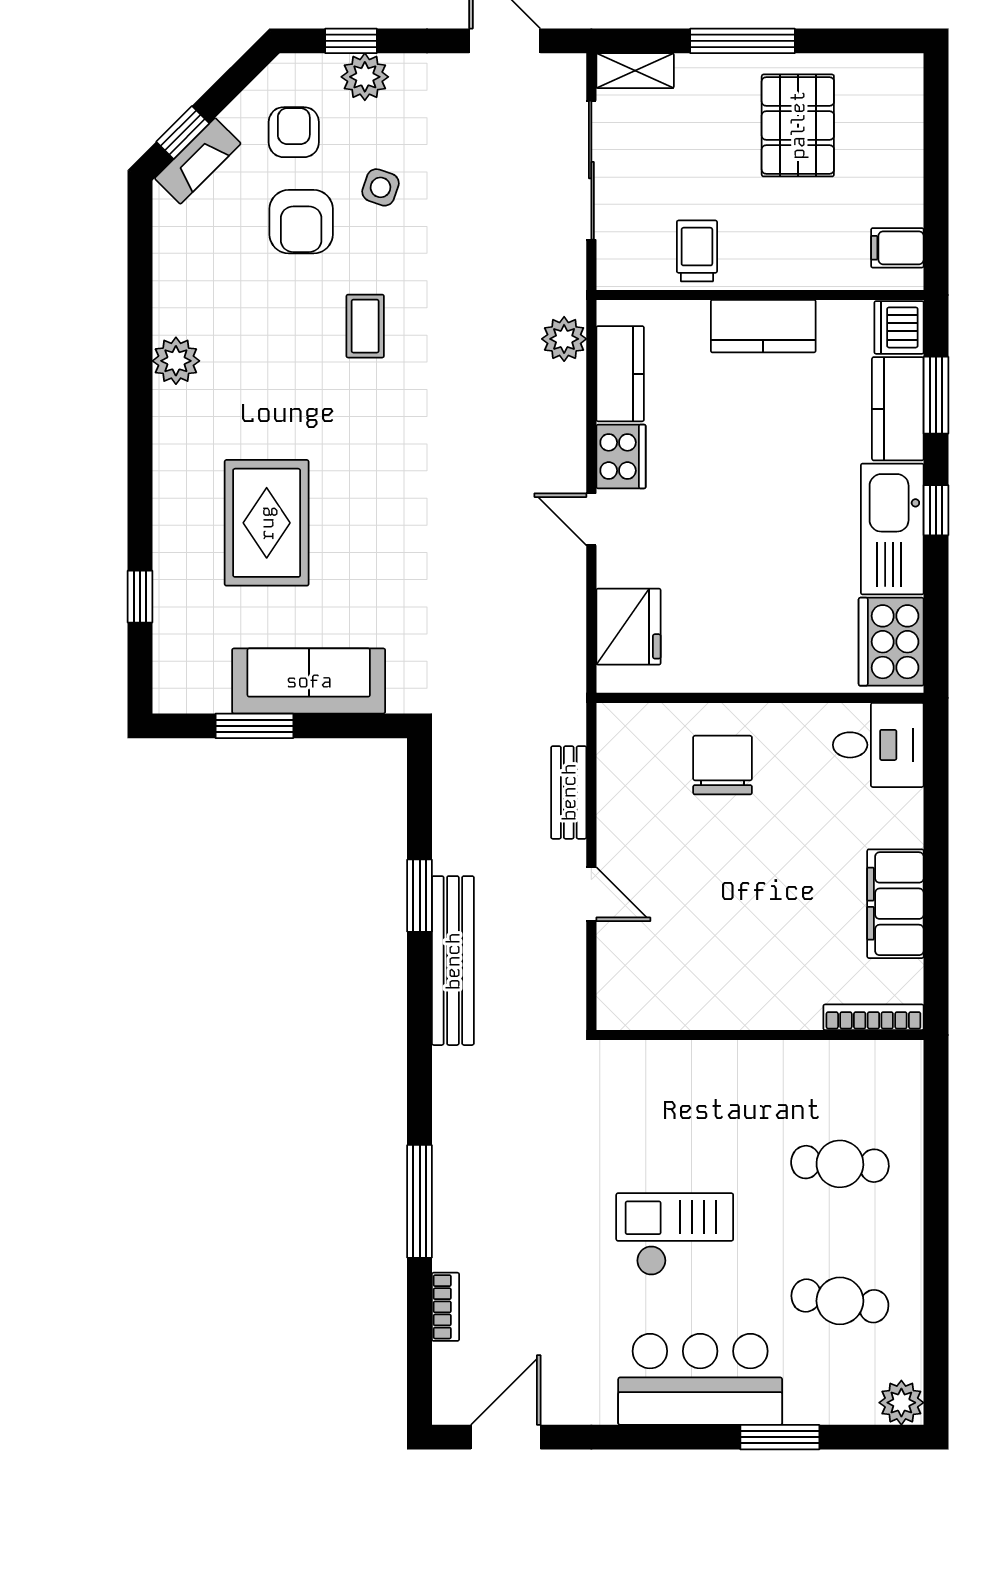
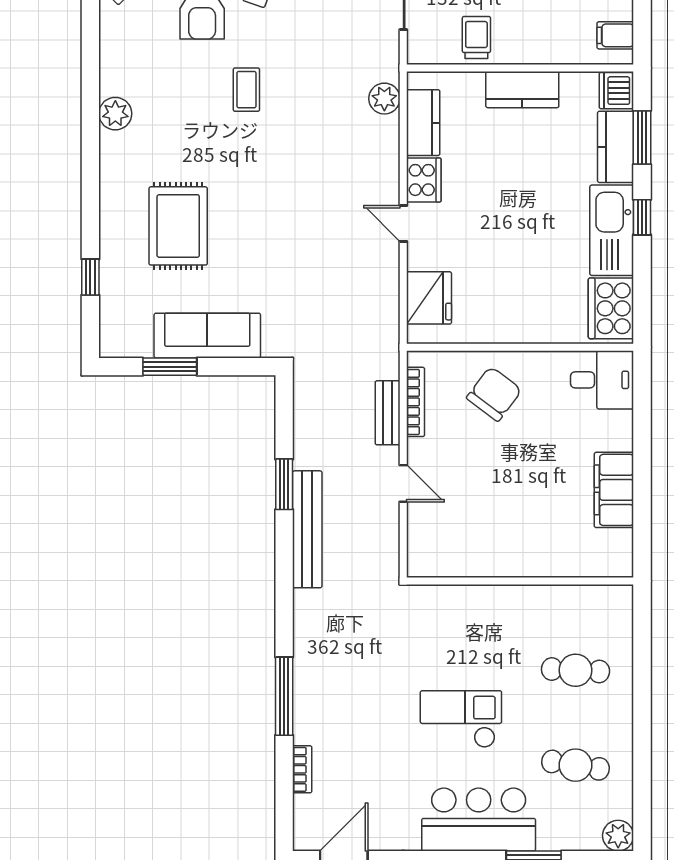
chair: (723, 765) -> (494, 394), turned 37
bookcase: (873, 1017) -> (416, 402), moved, turned 90

